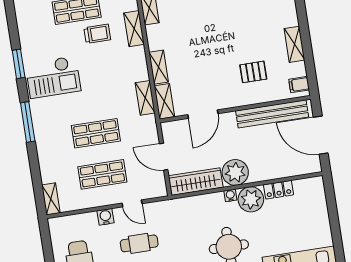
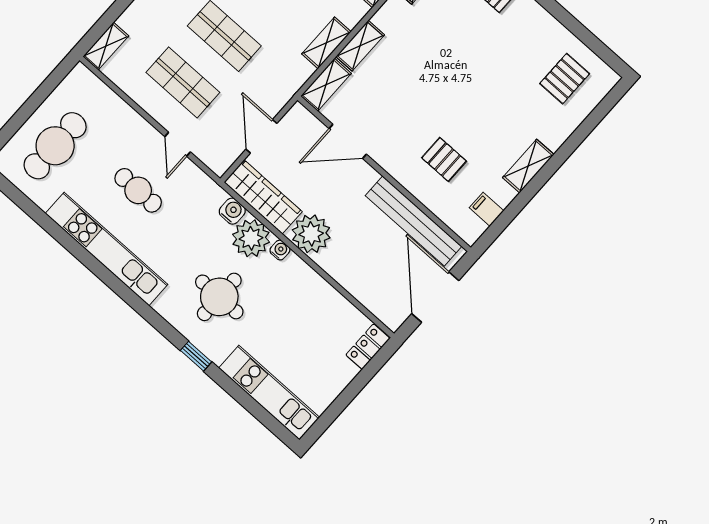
shelving: (294, 44) -> (528, 166), moved
filing cabinet: (299, 85) -> (486, 209), moved
shelving: (145, 98) -> (326, 43), moved
locker: (279, 190) -> (368, 347), moved, turned 90
plant: (251, 199) -> (251, 238), moved
water cooler: (105, 217) -> (232, 211), moved

